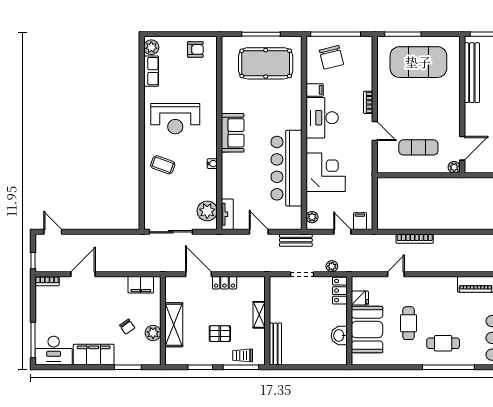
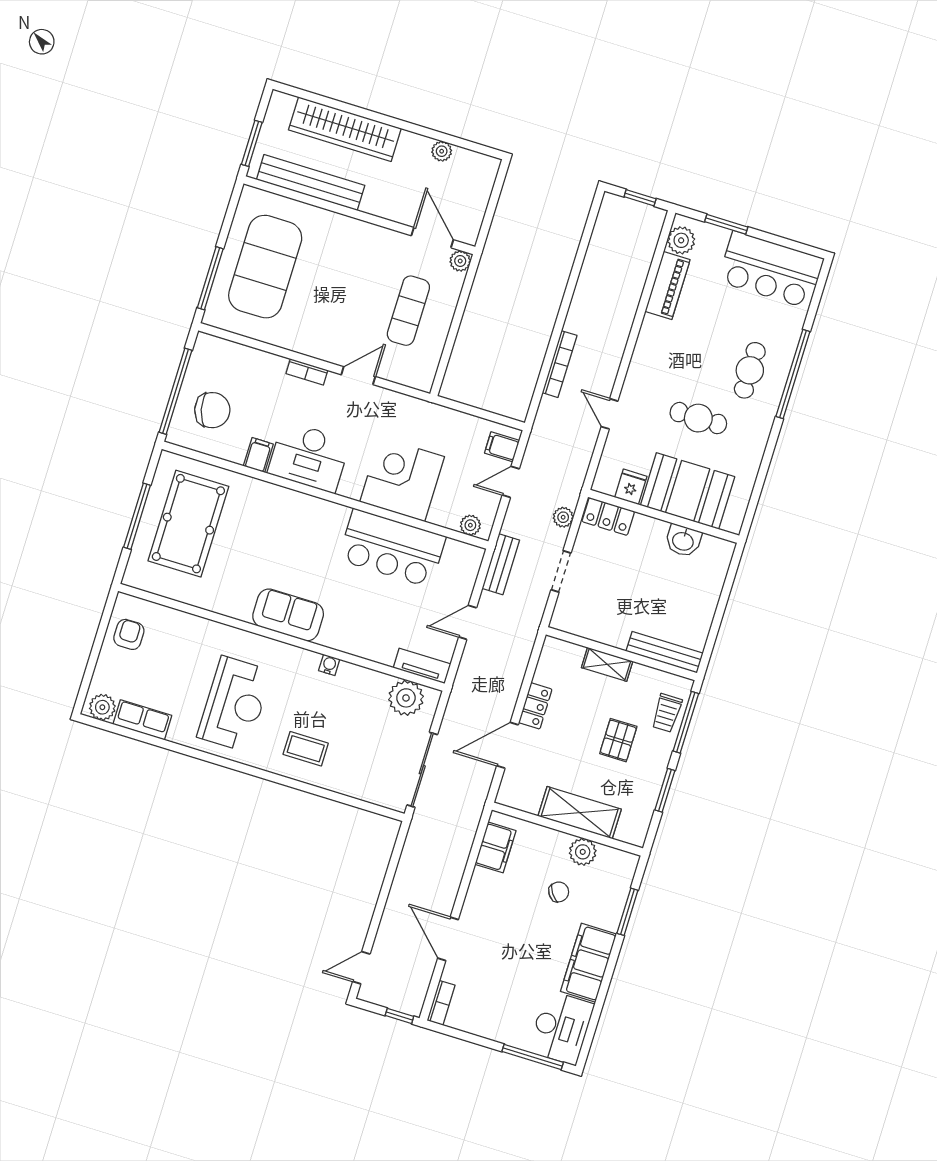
coffee table: (163, 165) -> (306, 749), turned 70
bar counter: (287, 168) -> (392, 548), width x0.73

